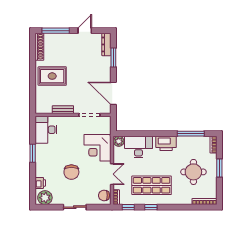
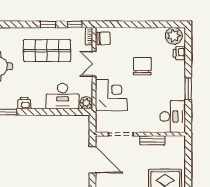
printer: (166, 143) -> (24, 103), width x0.53, depth x0.68
sliding door: (75, 207) -> (138, 24), removed

